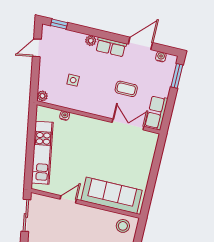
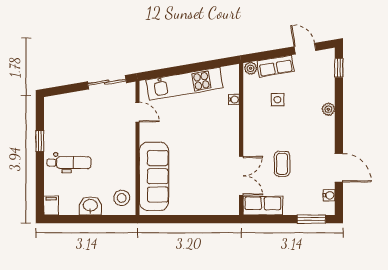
row of seats: (111, 47) -> (276, 66), moved, turned -100
door: (68, 199) -> (137, 112), moved

